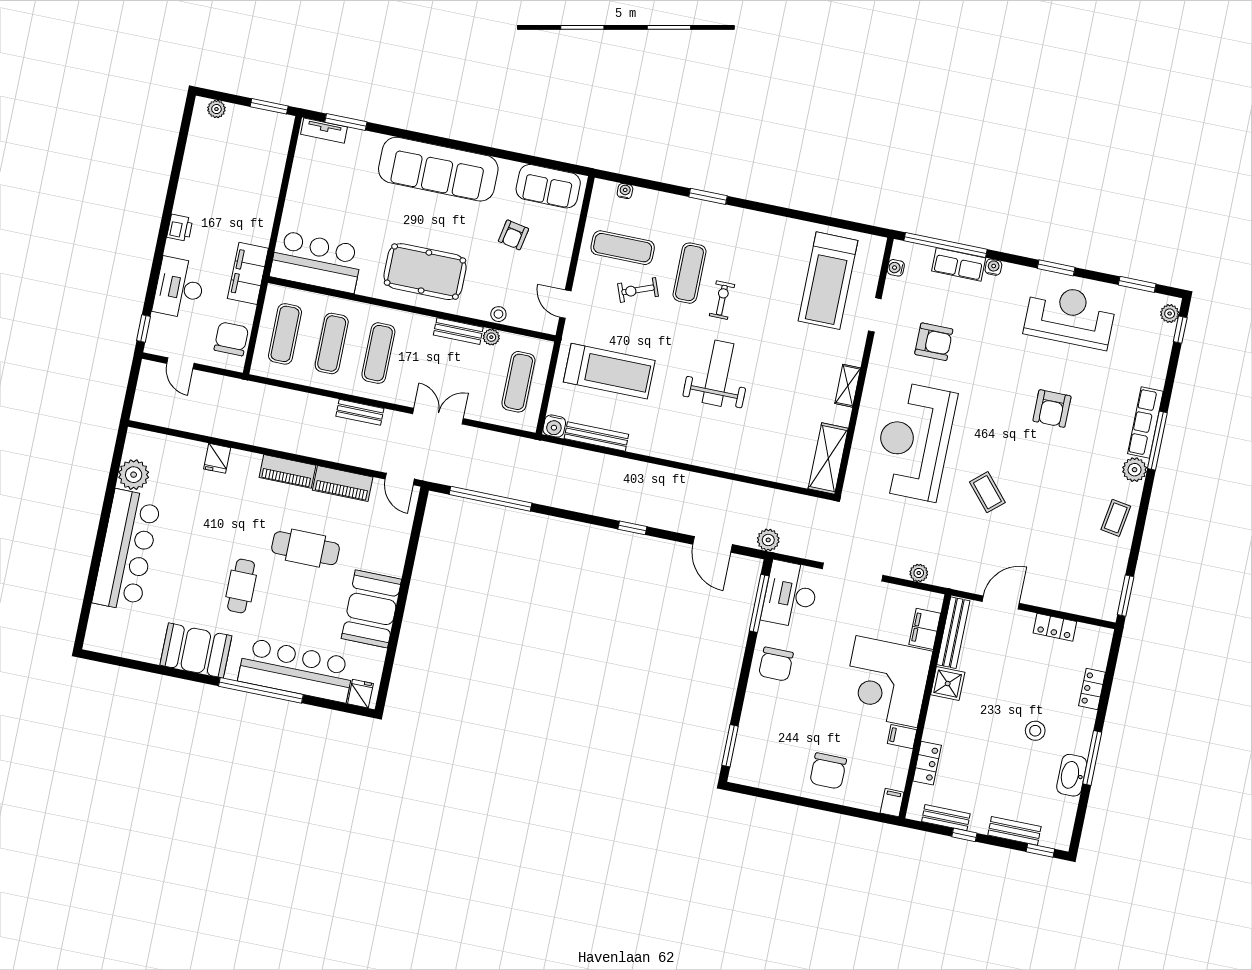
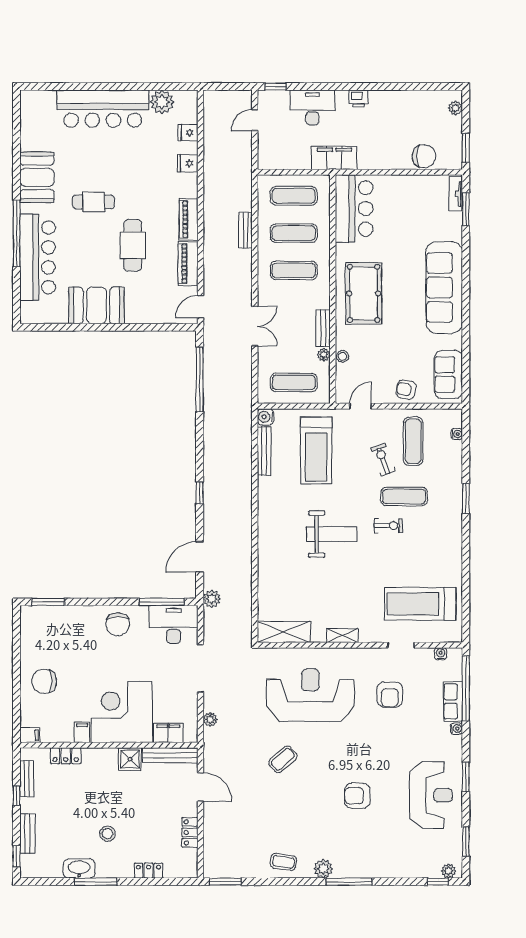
armchair: (513, 235) -> (406, 390), moved
chair: (231, 339) -> (424, 156), moved
bench: (360, 412) -> (245, 230), moved
row of seats: (1145, 423) -> (361, 870), removed
chair: (776, 664) -> (118, 624), turned -90
fridge: (360, 694) -> (188, 133), moved, turned 180

